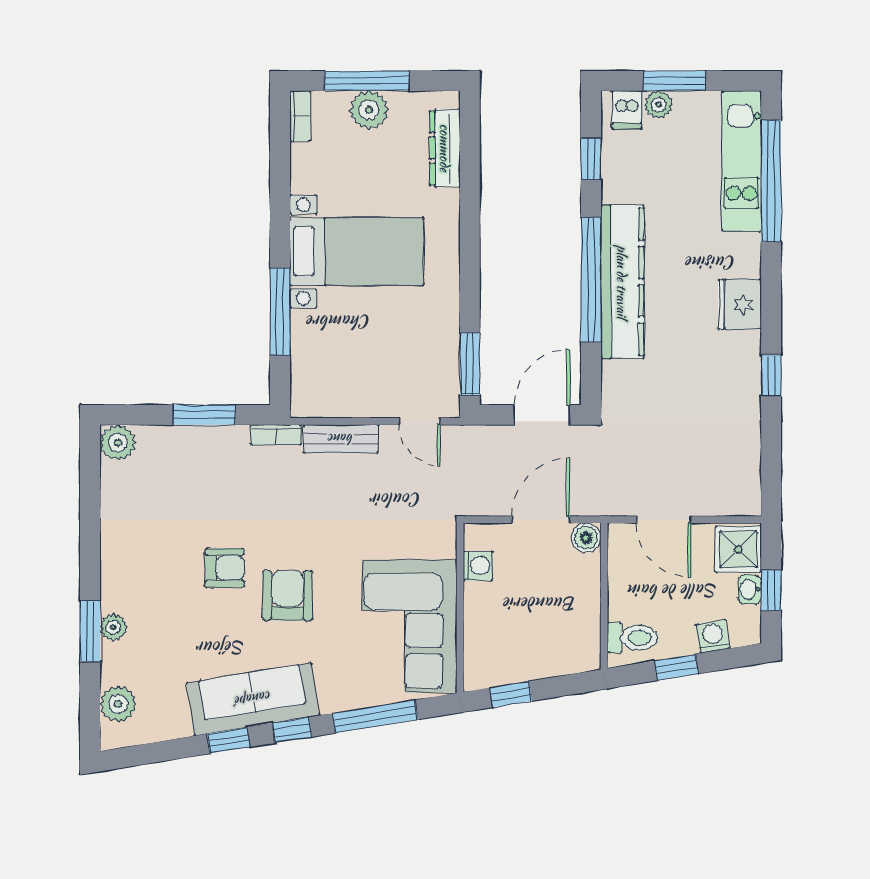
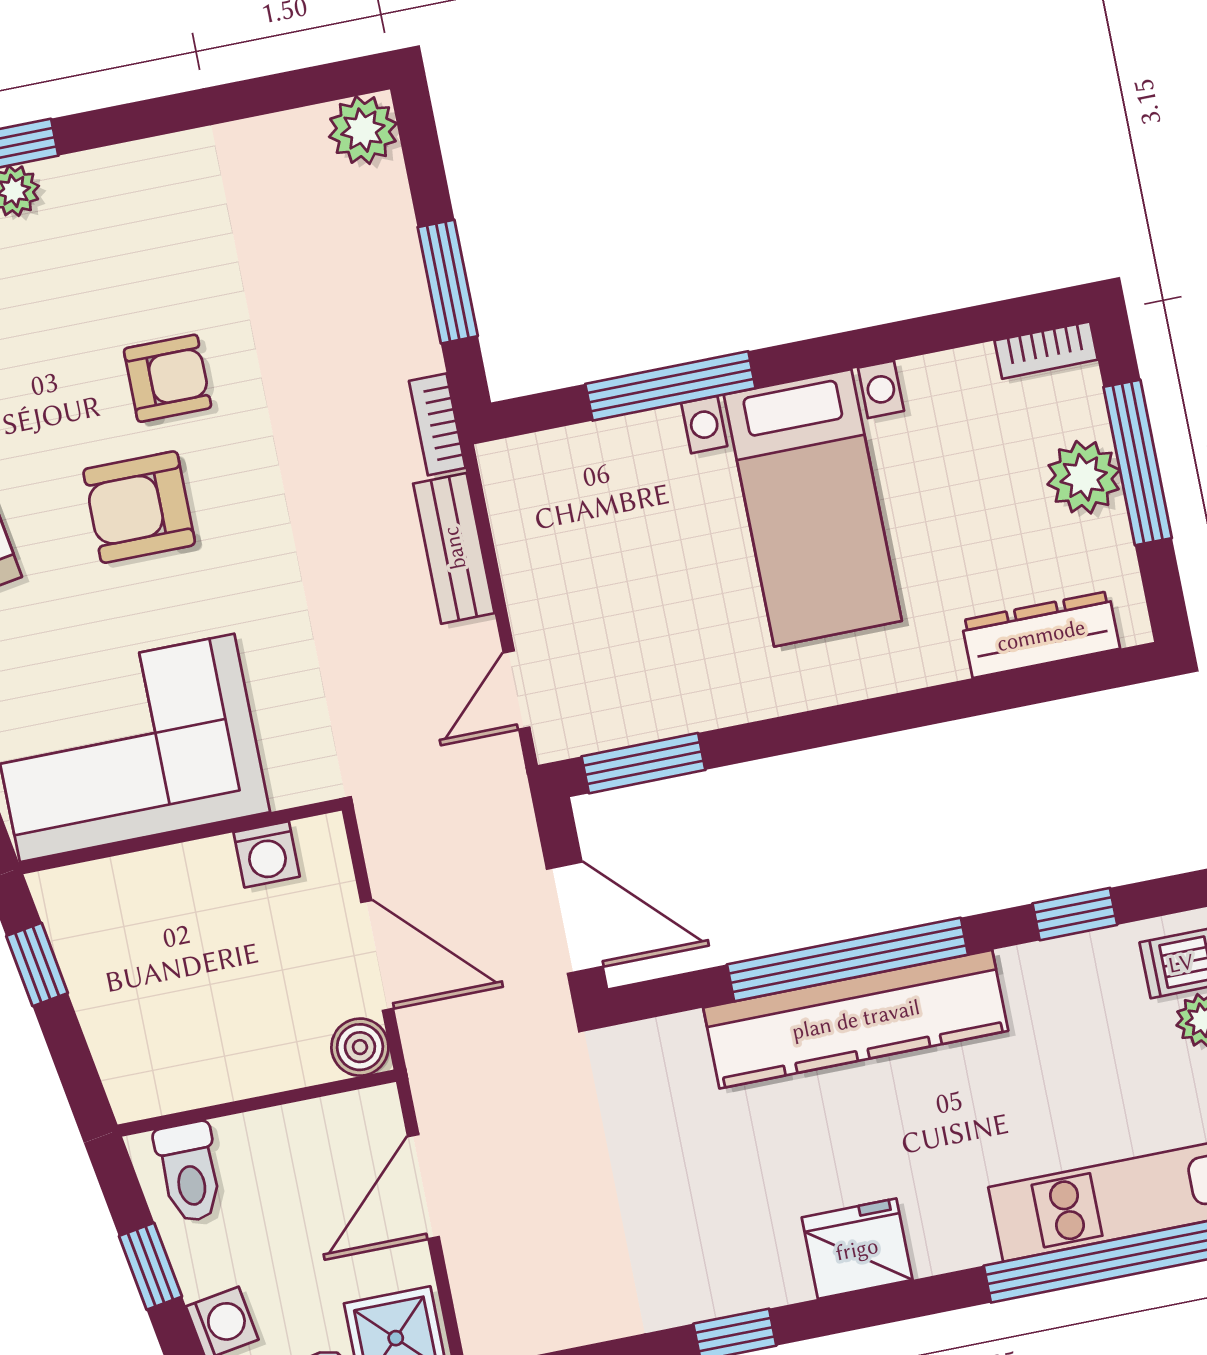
armchair: (225, 568) -> (168, 378), turned -90
armchair: (288, 595) -> (139, 507), turned 180

